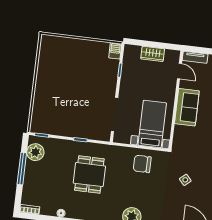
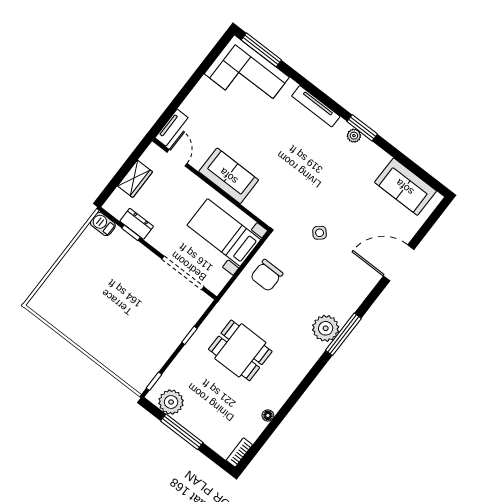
dresser: (127, 70) -> (137, 224), added
door: (179, 71) -> (177, 158), hinge flipped

